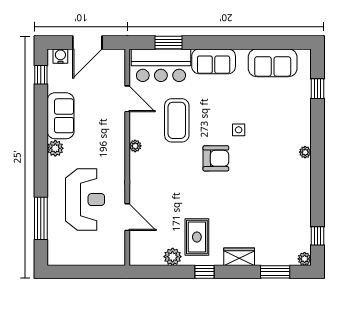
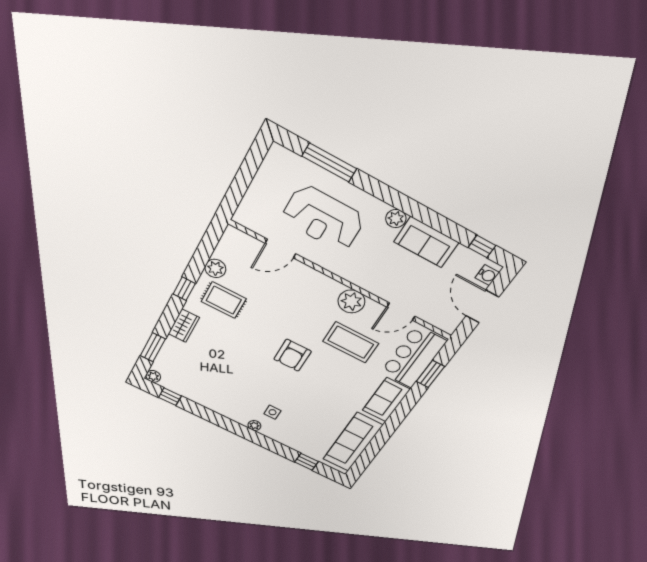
sofa: (273, 63) -> (353, 442), width x1.36
side table: (239, 130) -> (272, 412), moved
plant: (135, 146) -> (351, 301), width x1.88, depth x1.88

